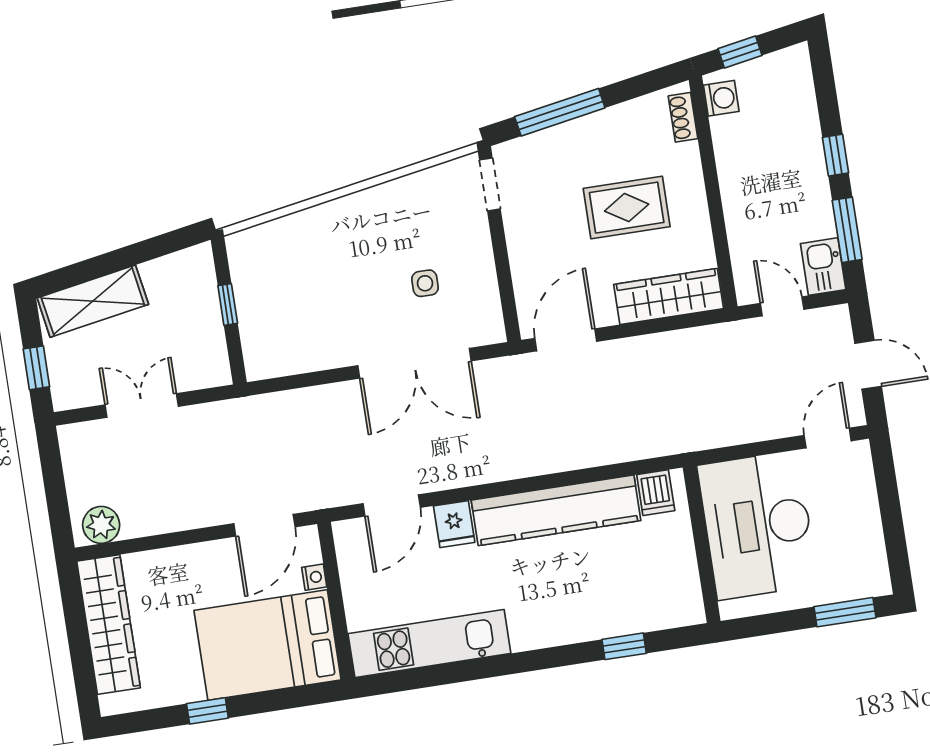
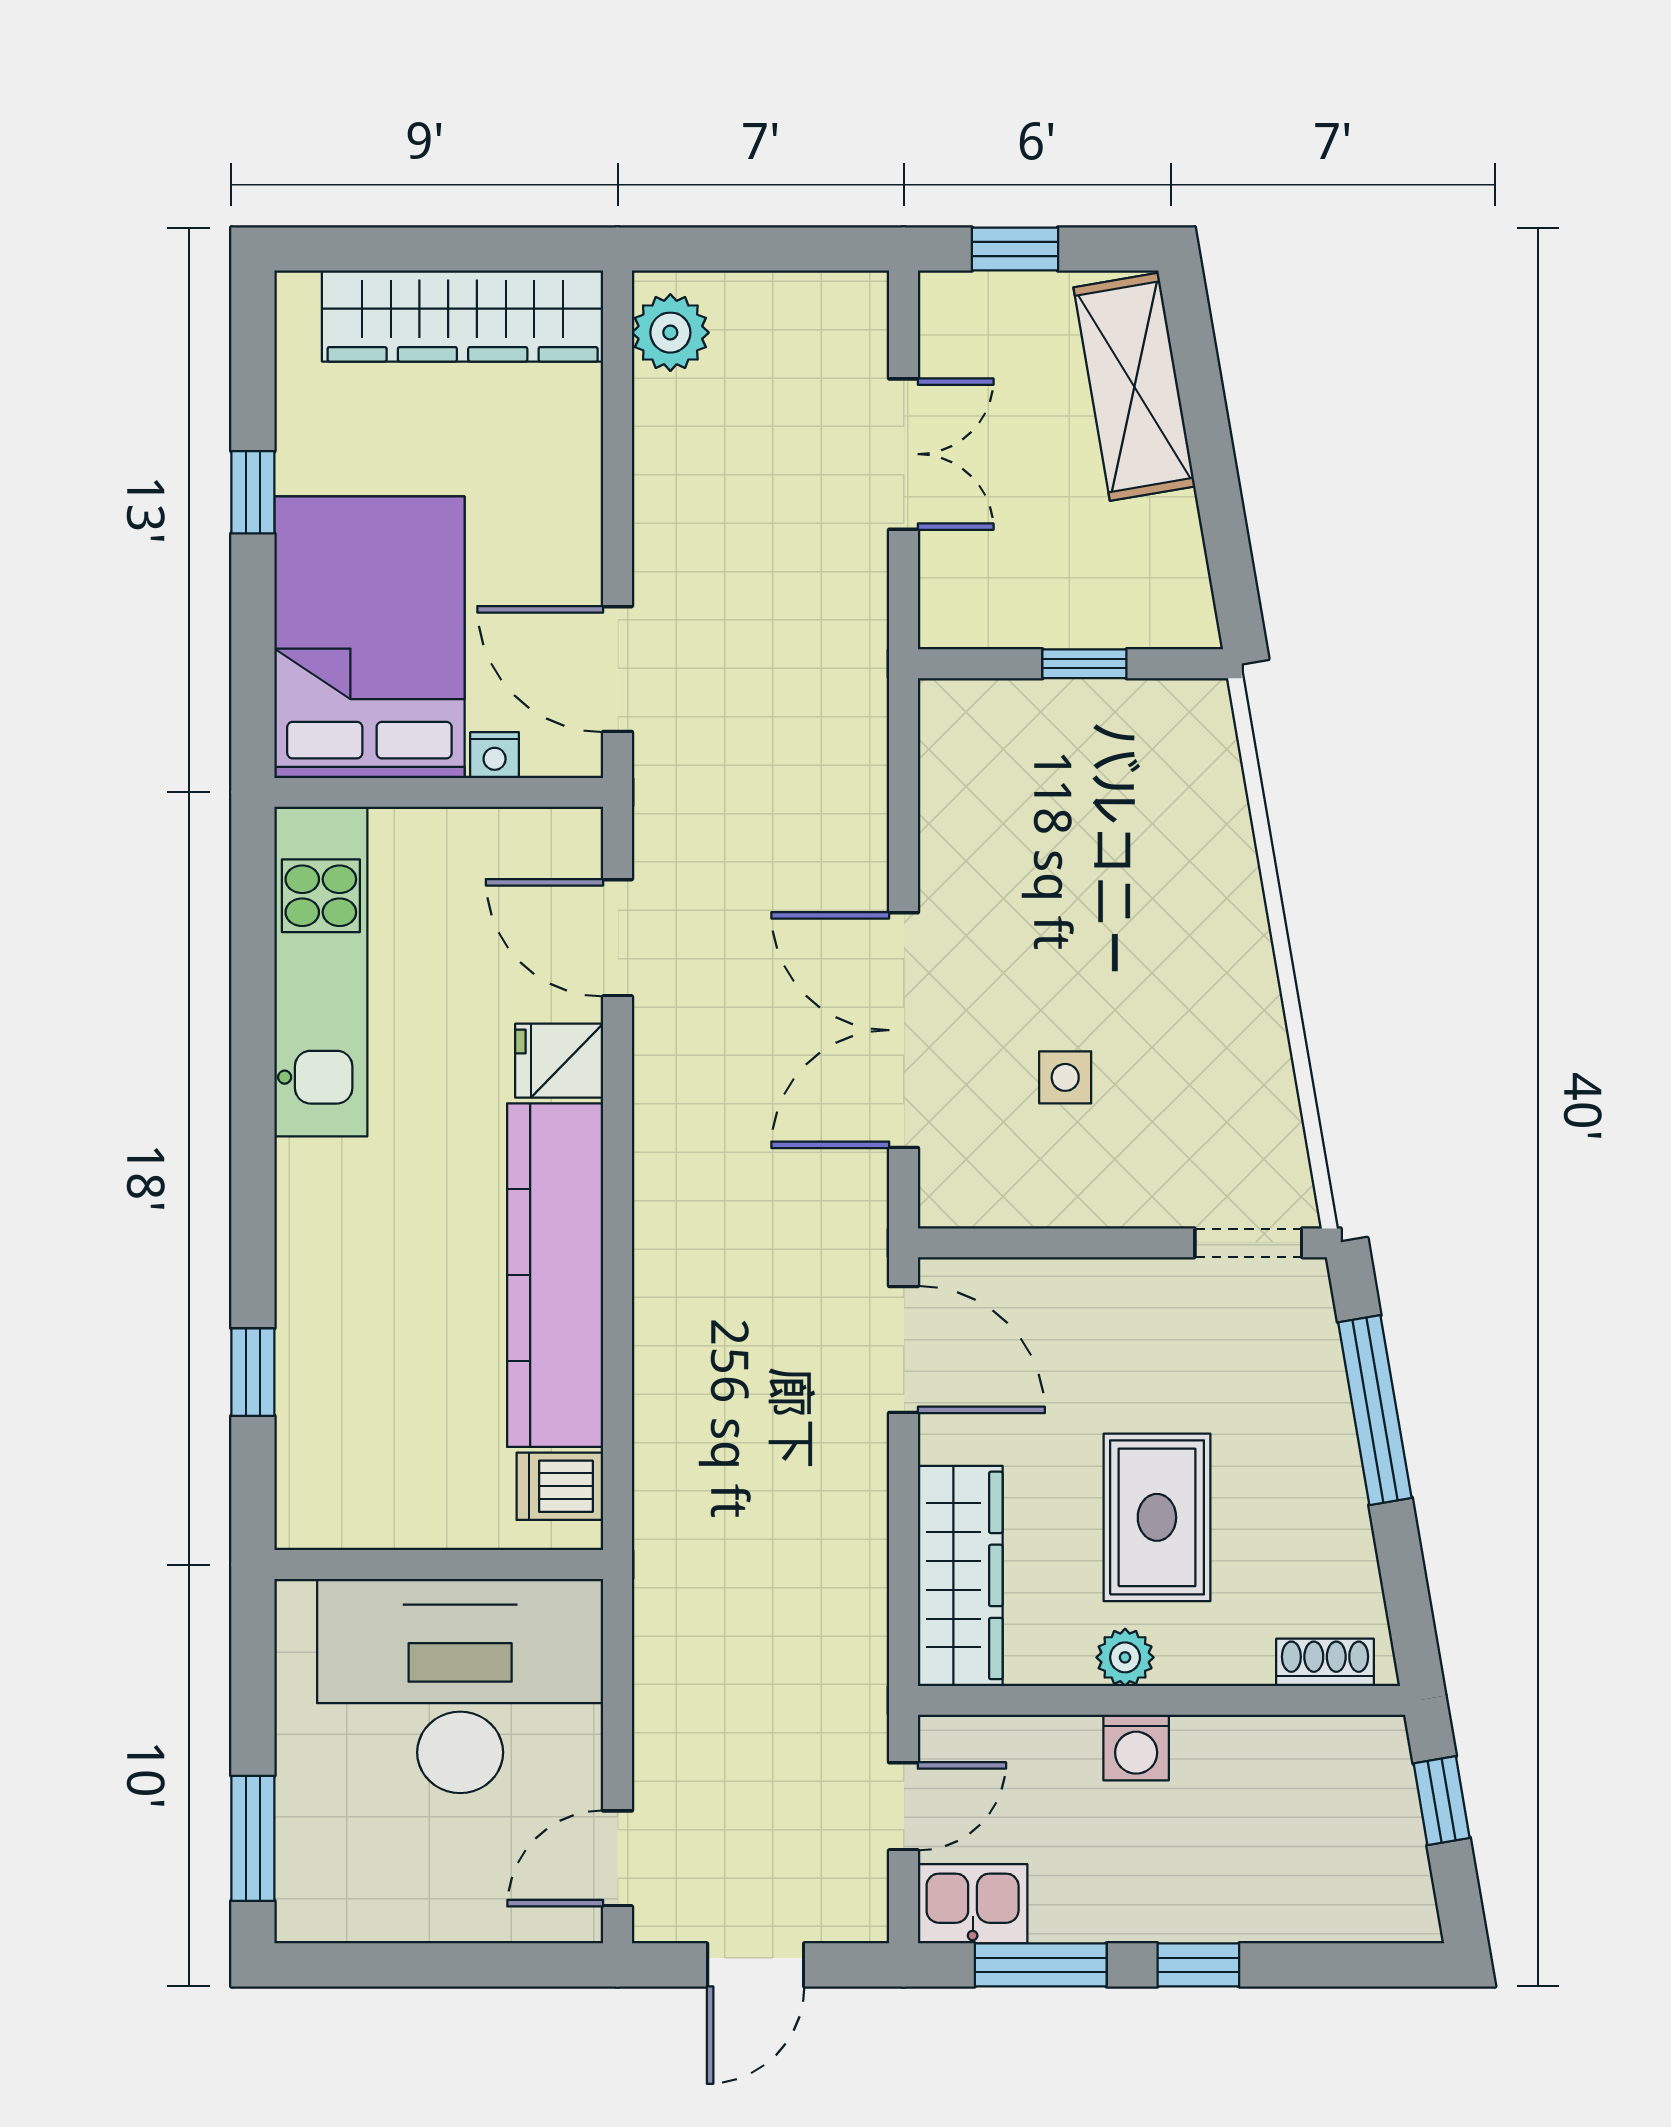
washing machine: (721, 98) -> (1136, 1747), moved
plant: (695, 212) -> (1125, 1657), added
door: (828, 438) -> (618, 1858), swing flipped

